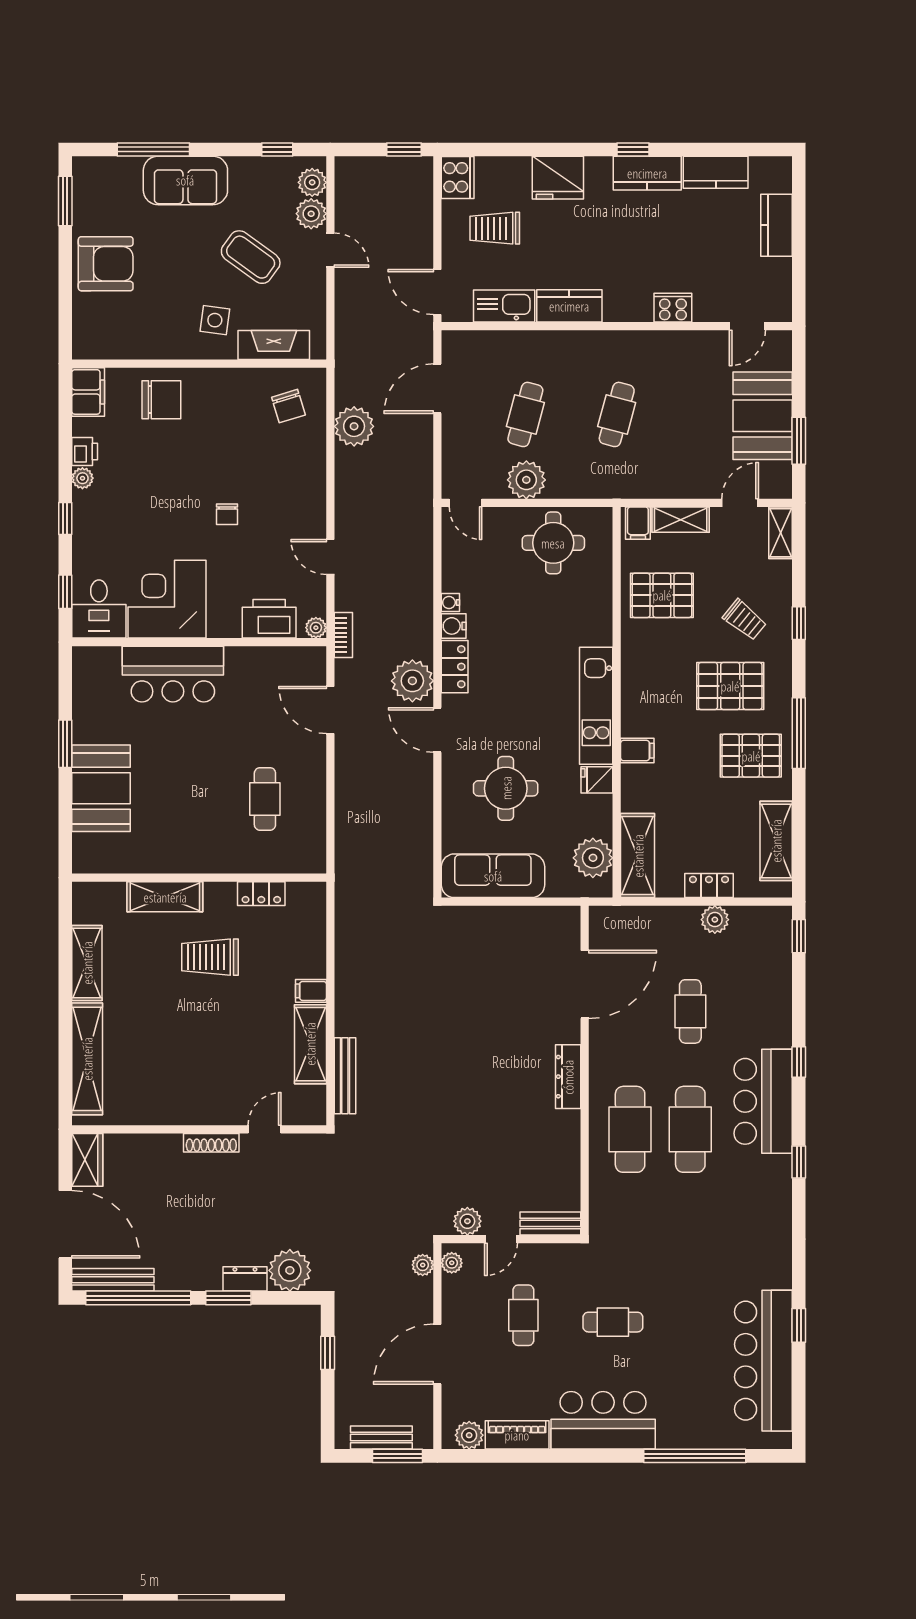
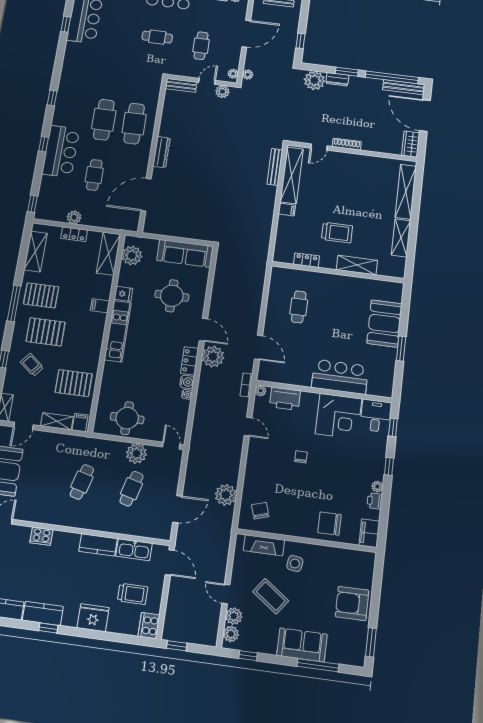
shelving: (310, 1044) -> (292, 175), width x1.47
bar counter: (763, 1101) -> (61, 151), moved

